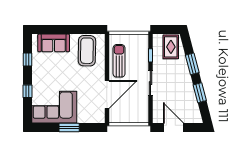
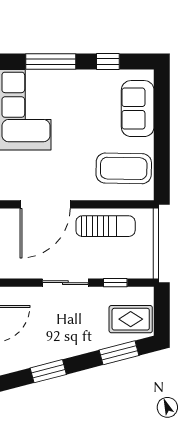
window: (192, 64) -> (119, 353), moved
window: (27, 91) -> (51, 61), width x2.17
door: (107, 94) -> (45, 204), hinge flipped

